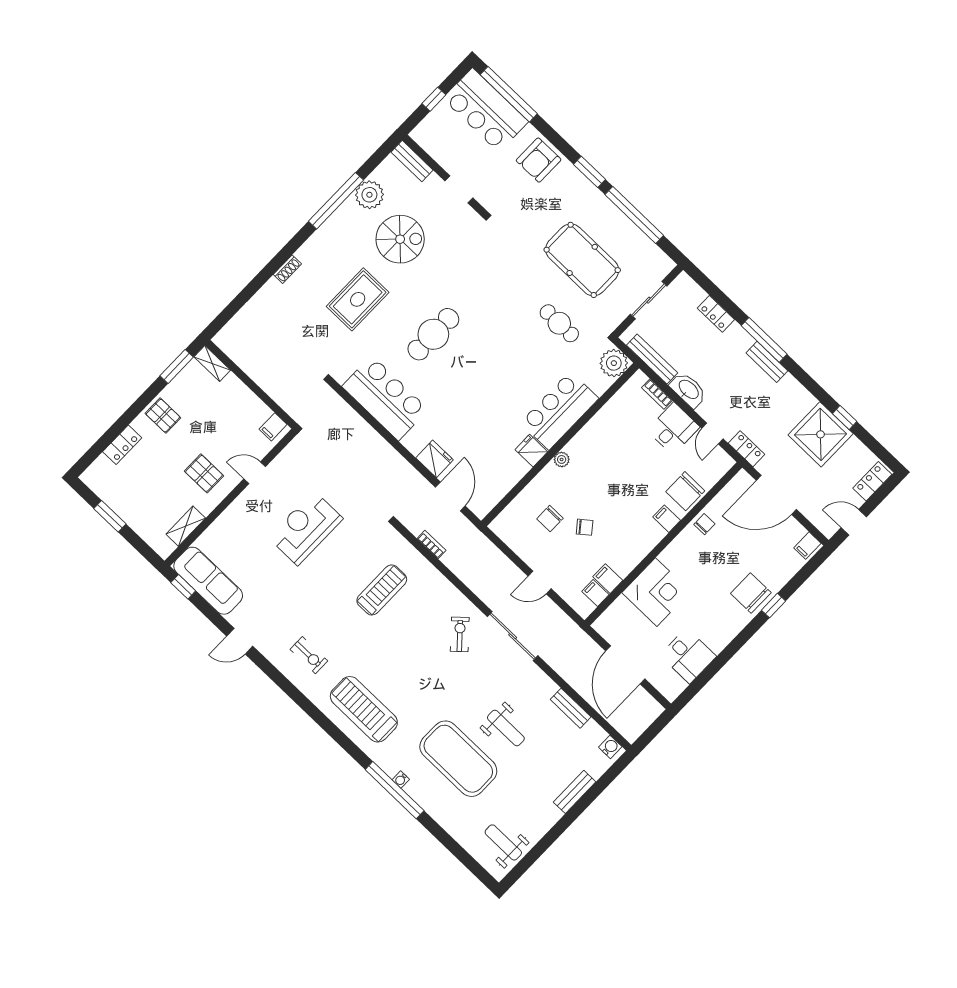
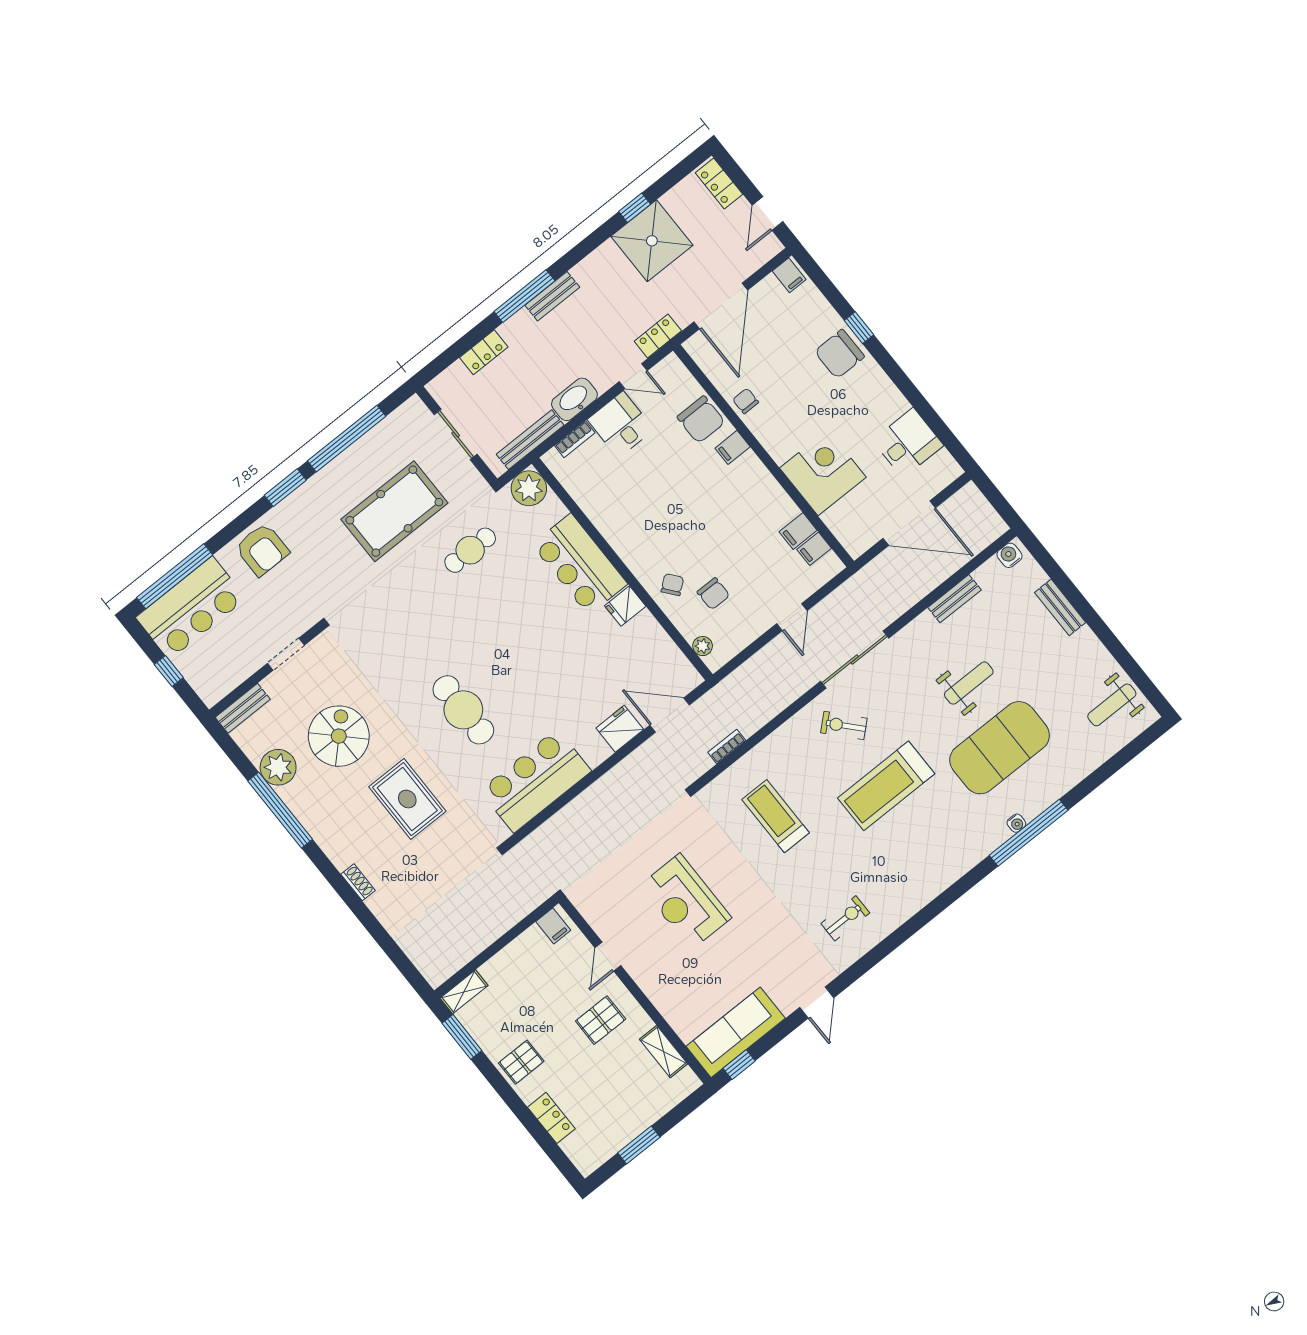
plant: (562, 459) -> (703, 646), moved
chair: (585, 527) -> (672, 585), moved
treadmill: (364, 709) -> (886, 786), moved

